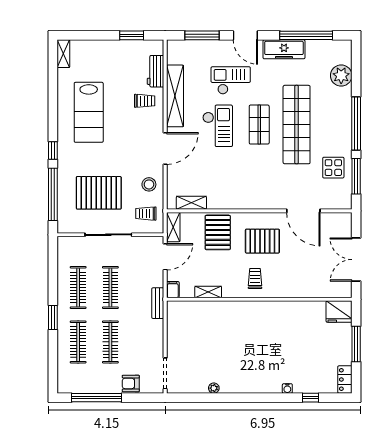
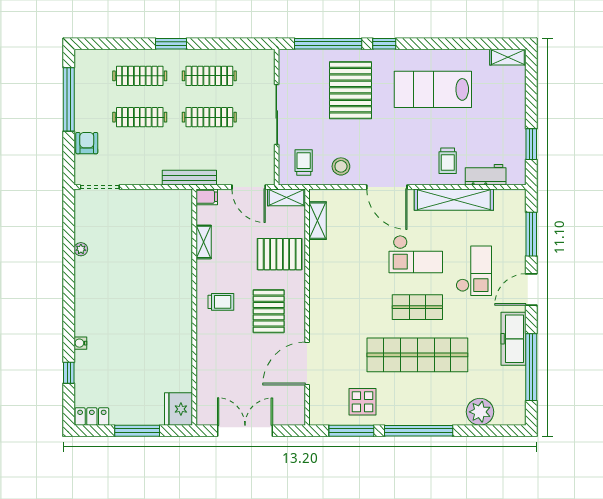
pallet: (99, 193) -> (350, 90), moved
bench: (158, 303) -> (189, 178), width x1.36

